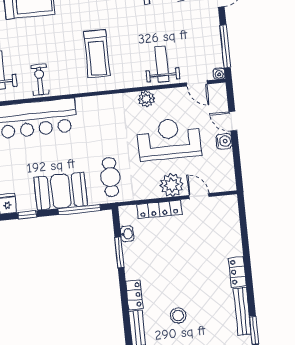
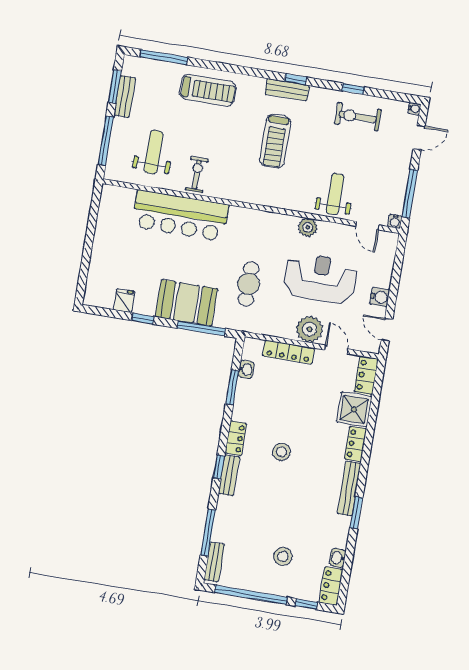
treadmill: (97, 54) -> (275, 141), moved
door: (233, 121) -> (387, 330), moved
cafe table: (110, 177) -> (248, 284), moved
locker: (230, 211) -> (366, 375), added
shower: (228, 243) -> (354, 409), added
stool: (178, 316) -> (281, 452), moved
window: (127, 323) -> (219, 467), added

